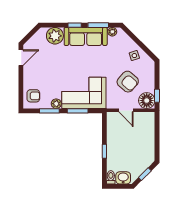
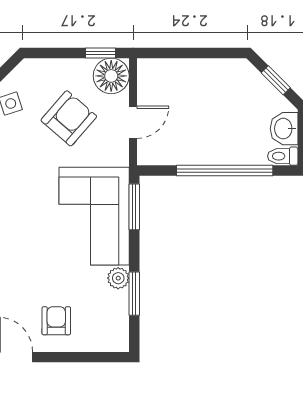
armchair: (33, 96) -> (56, 321), moved
window: (78, 111) -> (134, 207), moved
window: (104, 151) -> (225, 170), width x3.17

